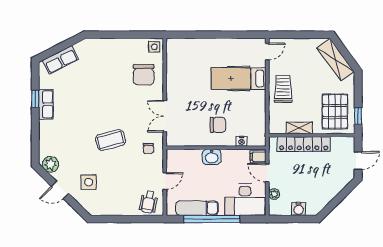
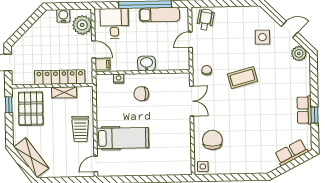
plant: (274, 194) -> (82, 25), width x1.87, depth x1.87
desk: (245, 200) -> (114, 24), width x0.73

